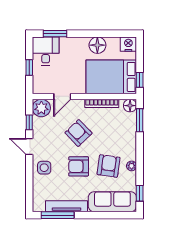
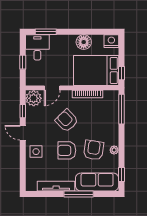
floor lamp: (130, 106) -> (113, 96), removed
window: (140, 120) -> (121, 109), width x1.44
window: (58, 215) -> (79, 194), moved

